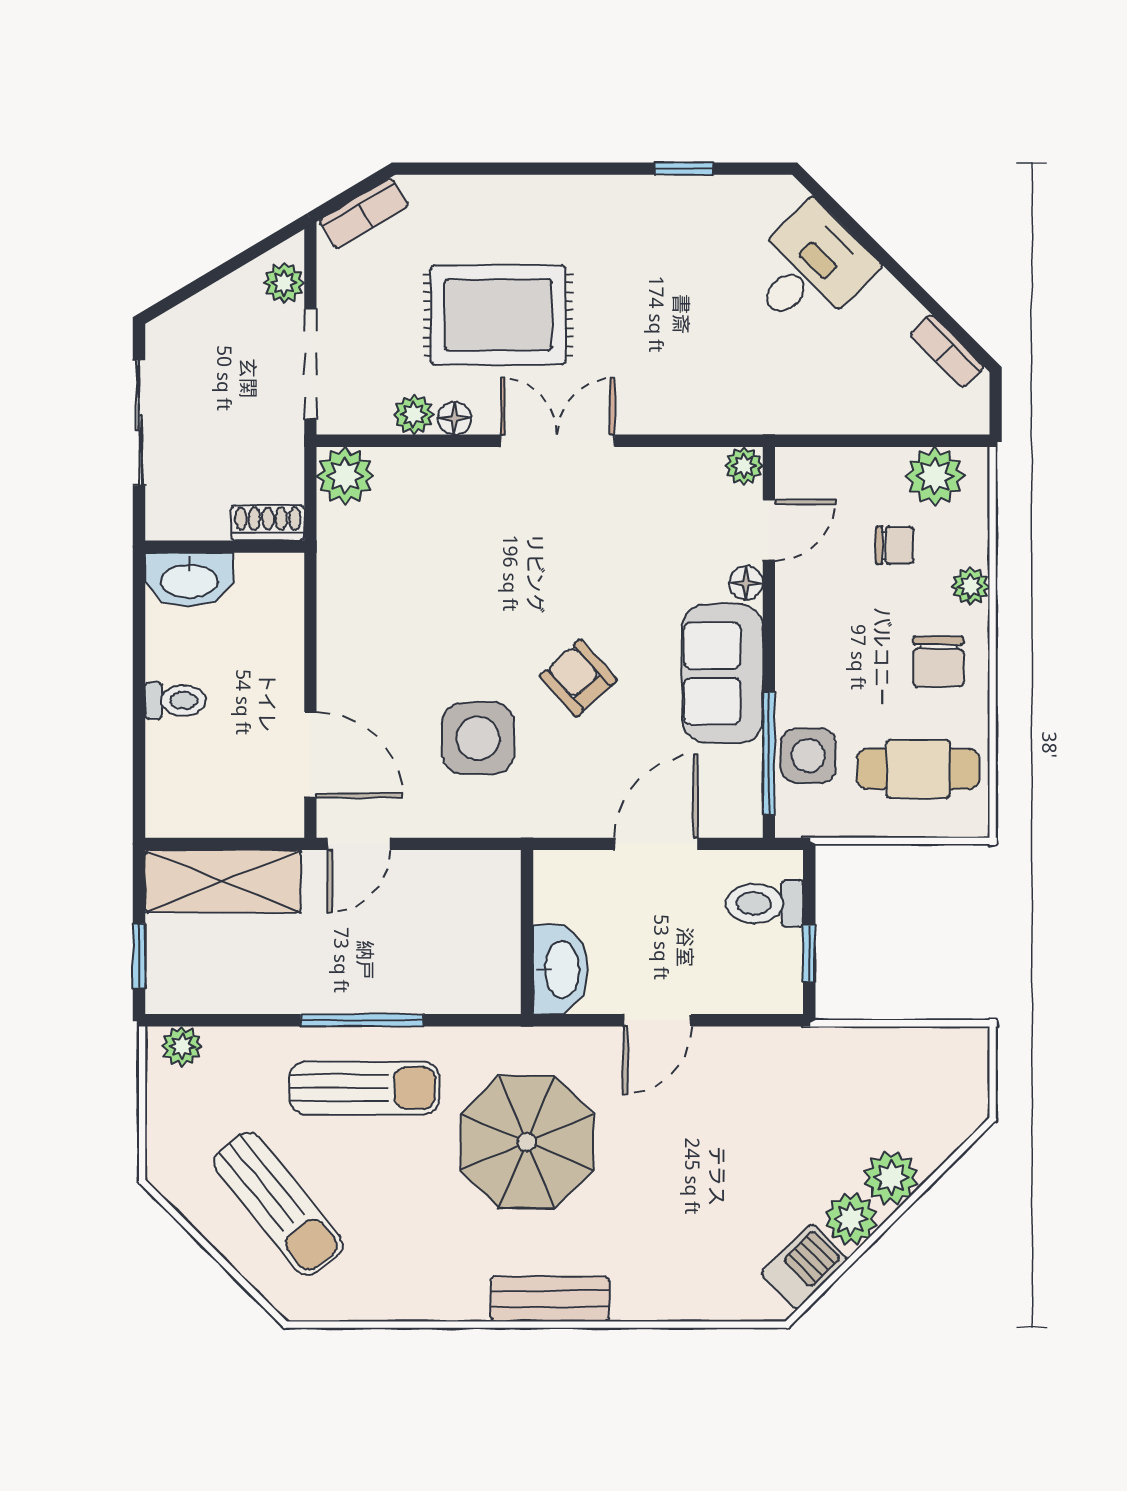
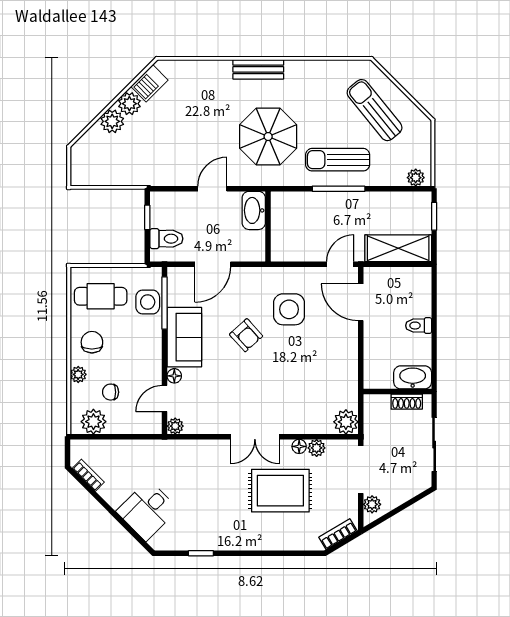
shoe rack: (268, 523) -> (407, 402), moved

